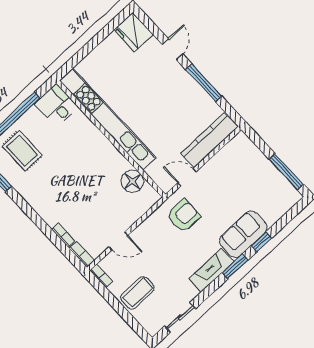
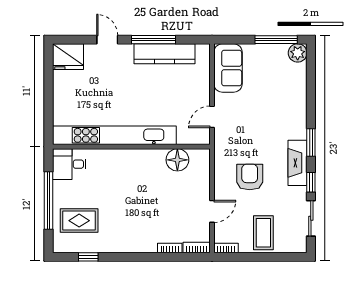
kitchen counter: (209, 140) -> (164, 54), moved, turned -90
plant: (291, 196) -> (298, 53), added
armchair: (183, 216) -> (250, 177), moved
sofa: (243, 234) -> (228, 68), moved, turned 180
window: (261, 242) -> (311, 182), moved

